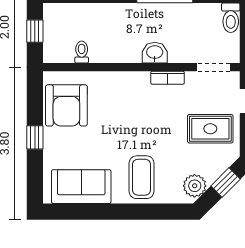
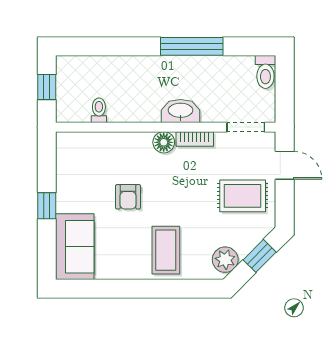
washbasin: (155, 53) -> (181, 111), width x1.38
floor lamp: (140, 81) -> (164, 142), added
armchair: (66, 105) -> (128, 197), moved, width x0.53, depth x0.53
sofa: (81, 187) -> (75, 247), moved, turned 90

